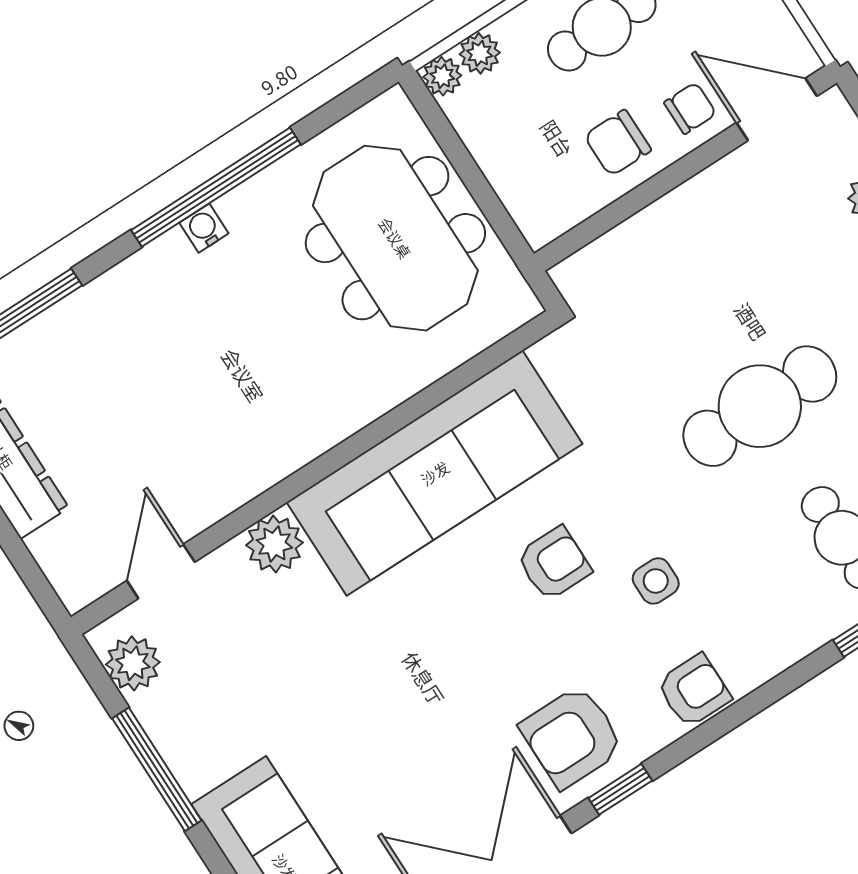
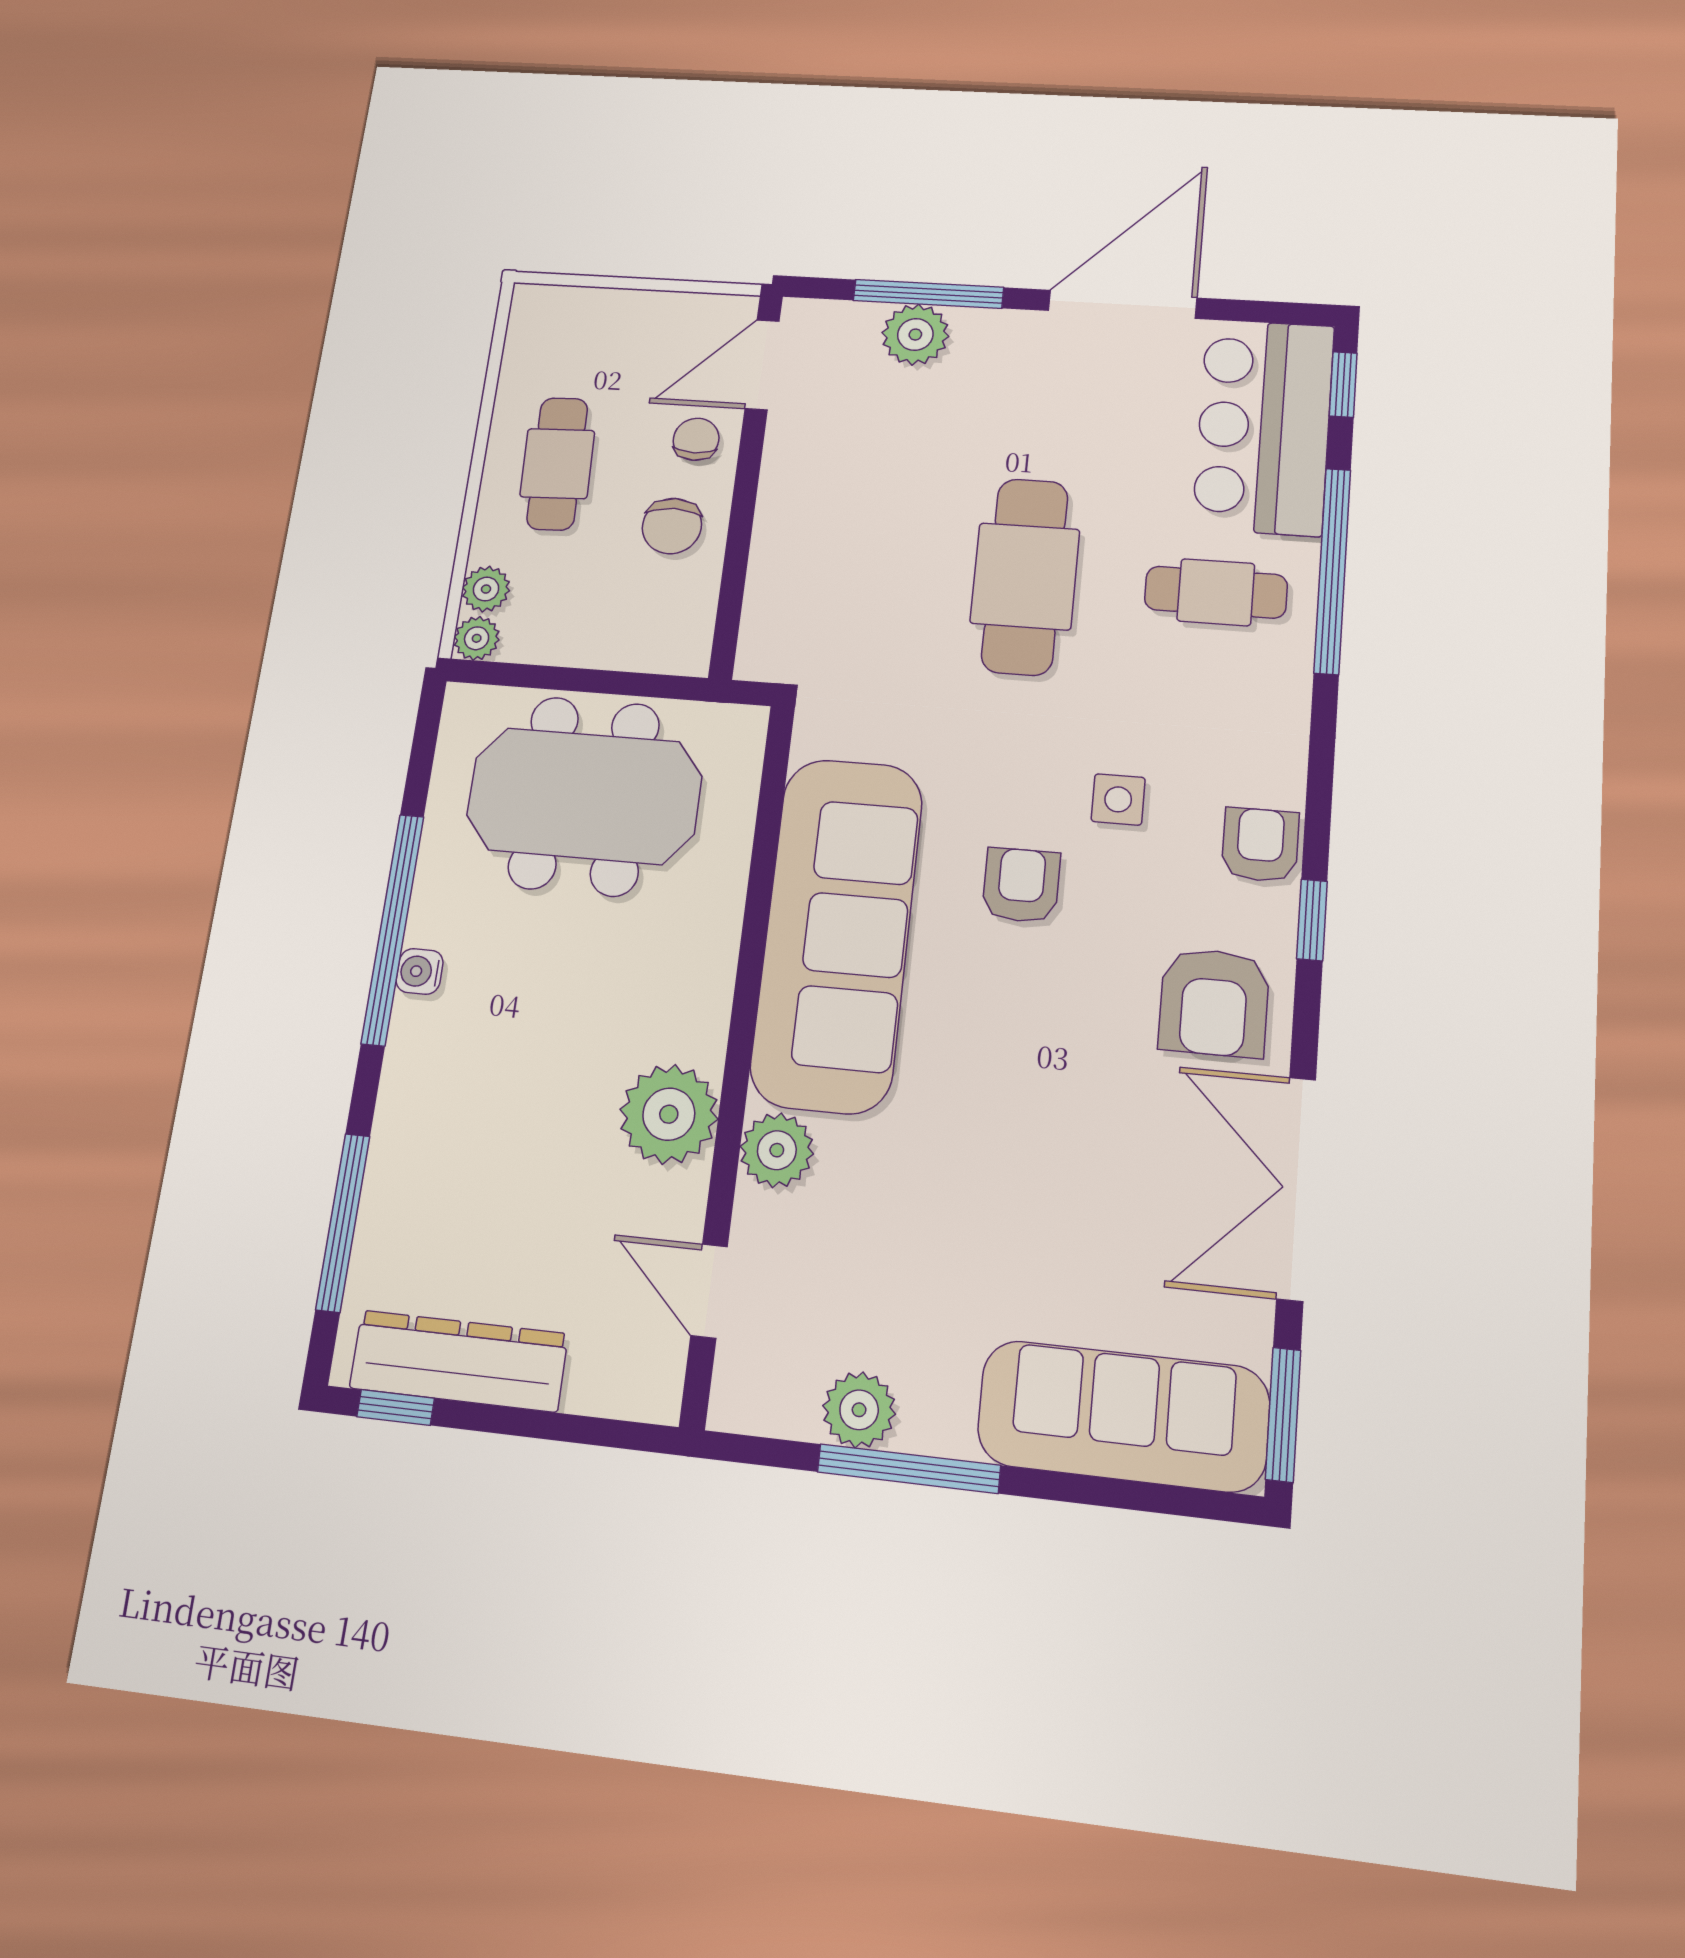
plant: (243, 460) -> (669, 1114), added
plant: (133, 663) -> (859, 1410), moved
window: (620, 789) -> (1312, 920), moved

